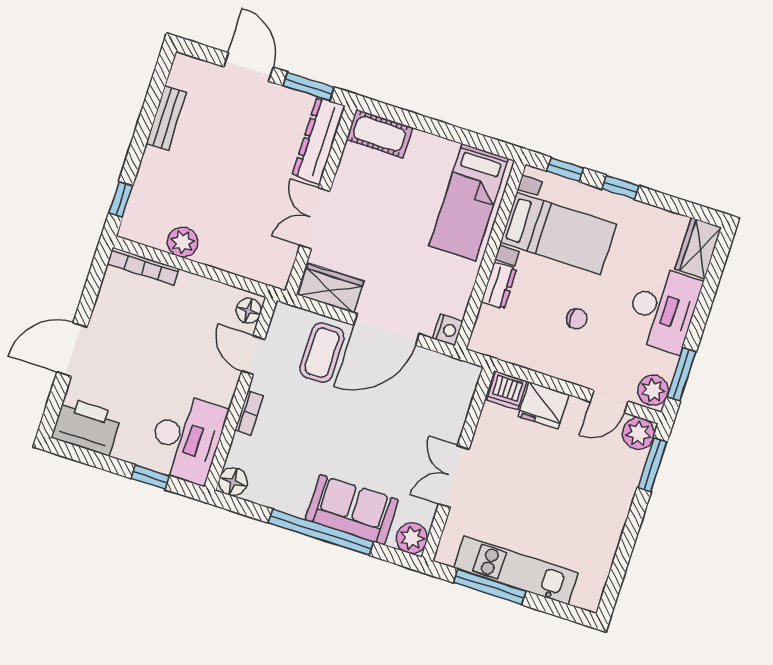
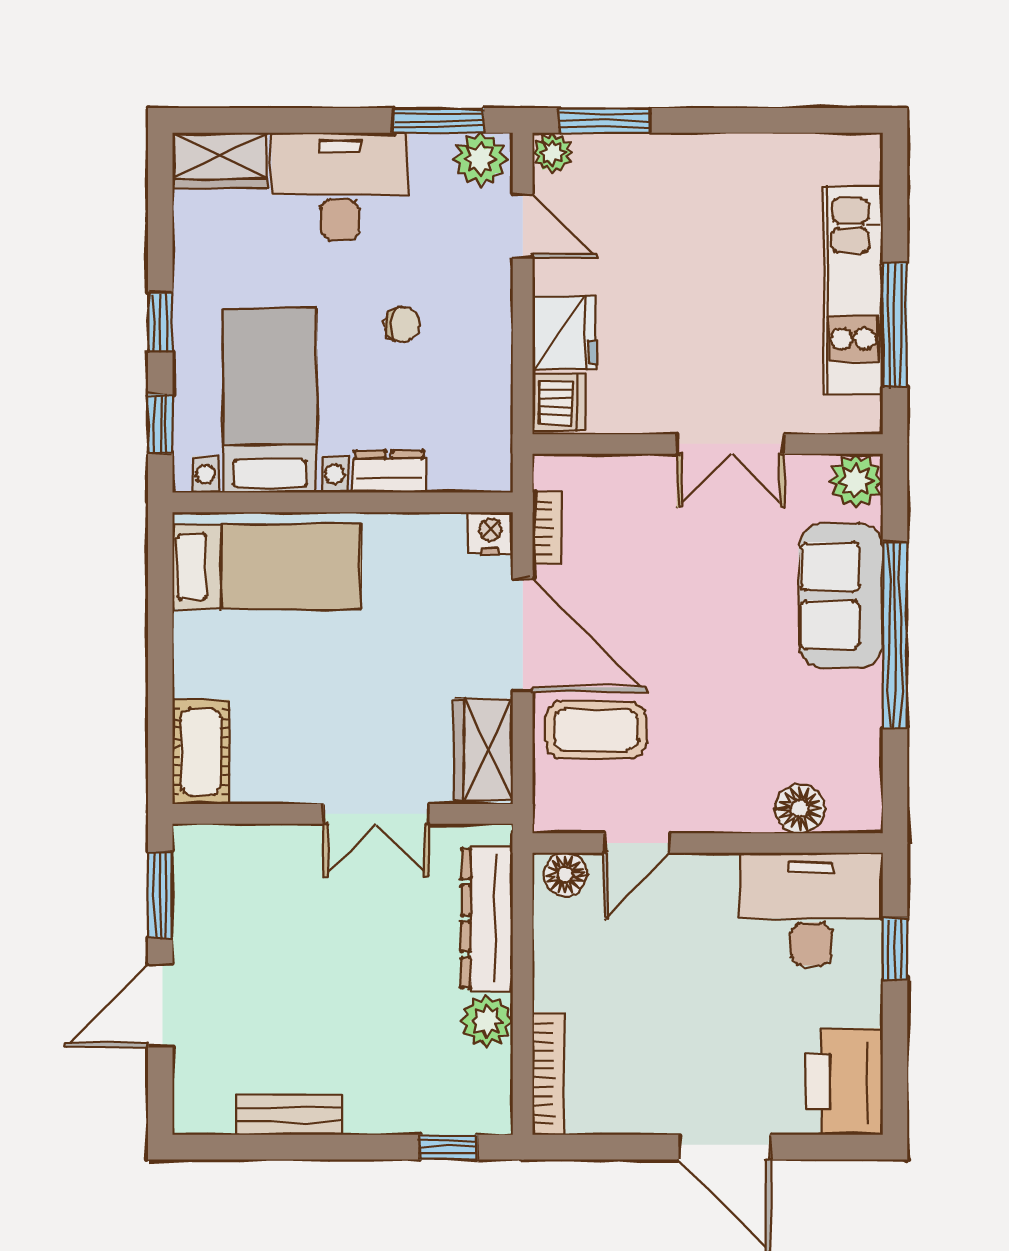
dresser: (319, 141) -> (487, 918), moved, turned 90
chair: (577, 319) -> (402, 324), turned 90
bookcase: (249, 413) -> (547, 528), moved, turned 90
plant: (638, 433) -> (553, 153), width x0.73, depth x0.73
floor lamp: (233, 482) -> (800, 809), moved

